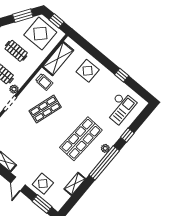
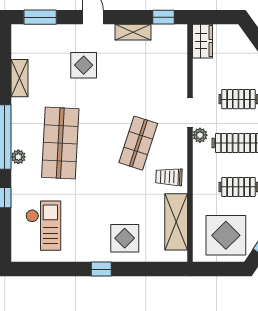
window: (56, 21) -> (219, 269), removed
window: (122, 75) -> (101, 269), moved
checkout: (120, 107) -> (43, 226), turned 180
display table: (43, 184) -> (84, 65), moved

